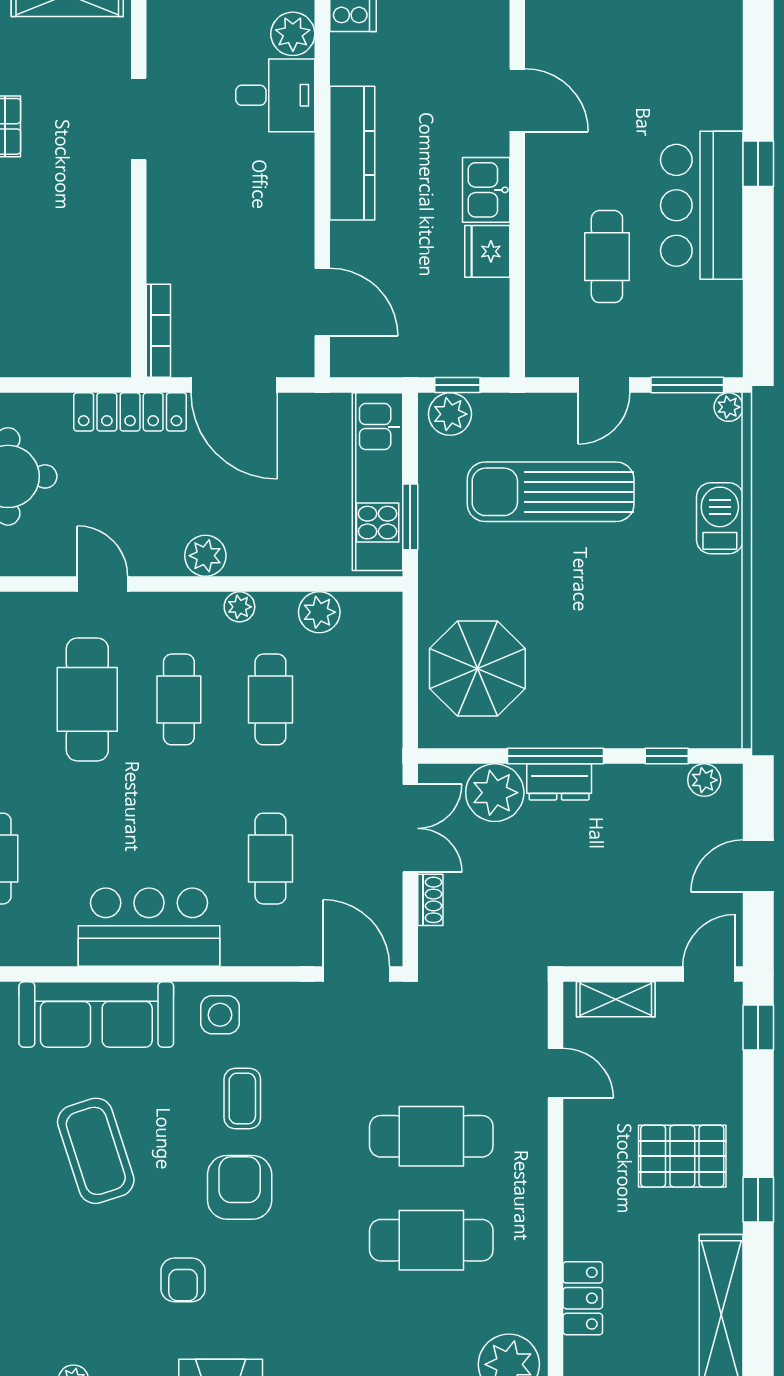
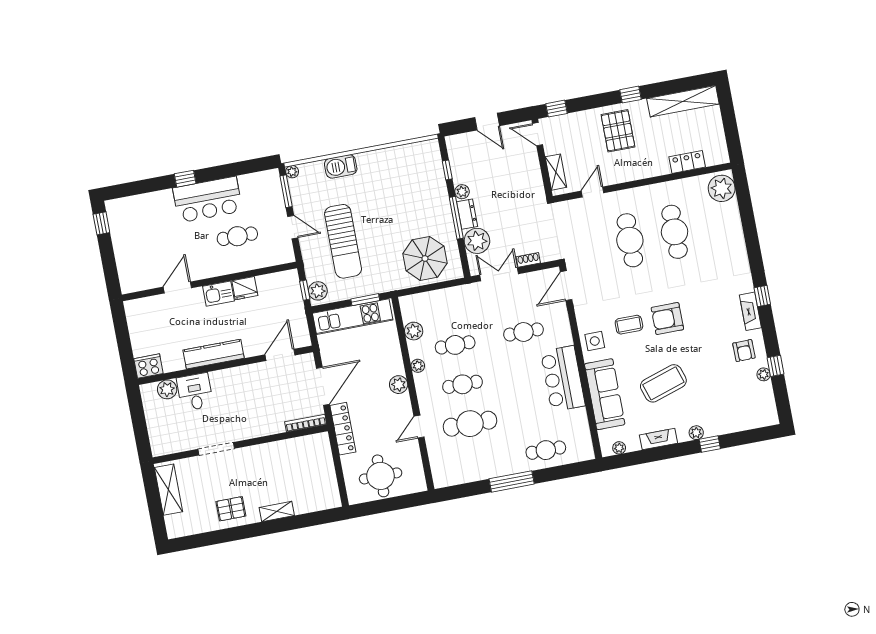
plant: (704, 780) -> (462, 192), moved
armchair: (183, 1280) -> (744, 351), moved, turned 89

